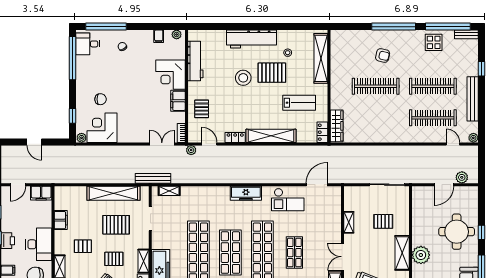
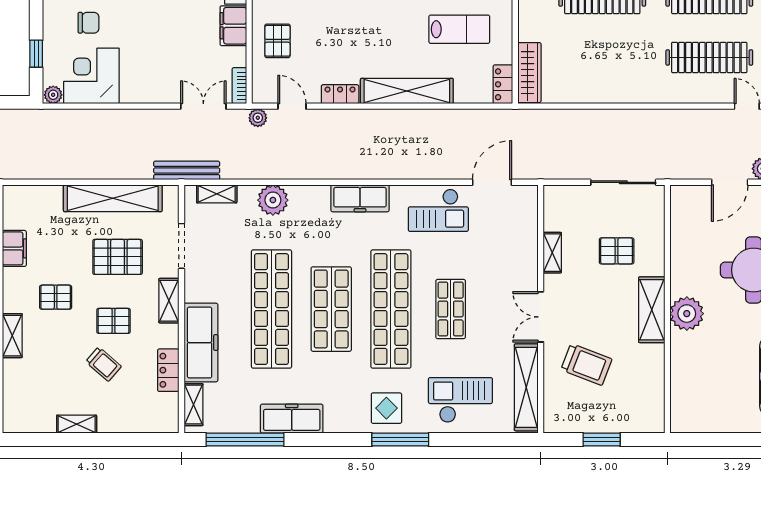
plant: (199, 194) -> (273, 200), added
shelving: (144, 261) -> (169, 301), moved

